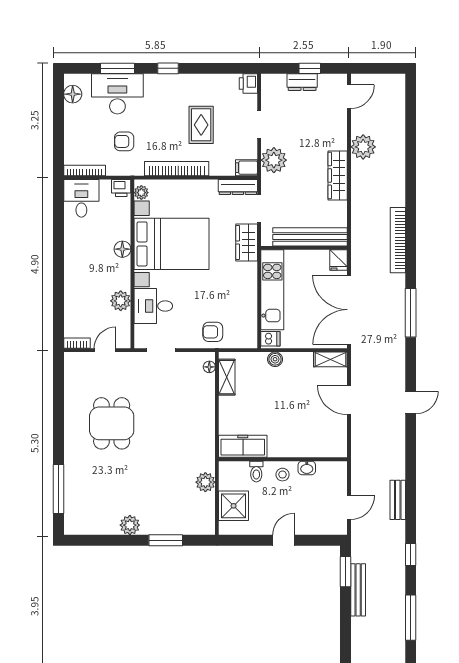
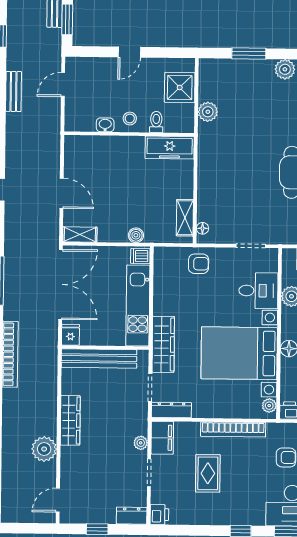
dresser: (302, 82) -> (132, 516), moved
plant: (274, 160) -> (141, 443), width x0.53, depth x0.53
filing cabinet: (247, 168) -> (162, 438), width x2.00
wardrobe: (247, 242) -> (163, 344), width x1.50

